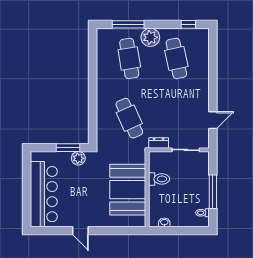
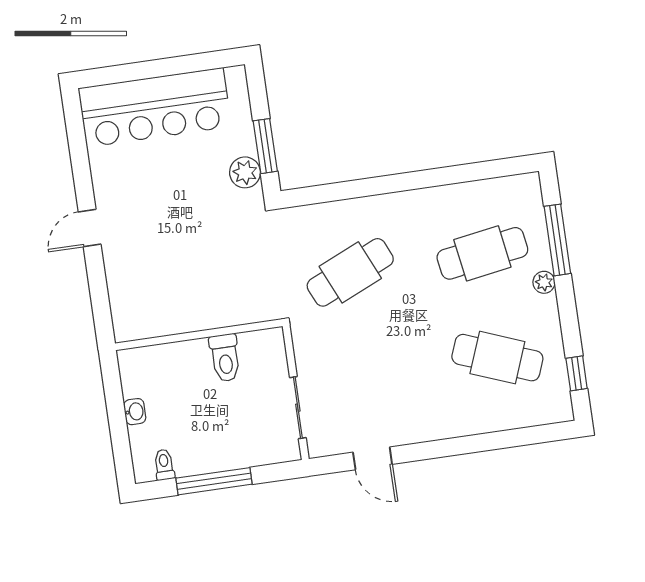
plant: (150, 37) -> (544, 282), width x0.53, depth x0.53
cafe table: (176, 58) -> (497, 358), turned 33
dresser: (159, 143) -> (305, 345), removed
booth: (128, 190) -> (192, 292), removed
washbasin: (164, 222) -> (135, 412), moved
door: (80, 231) -> (90, 228), moved

